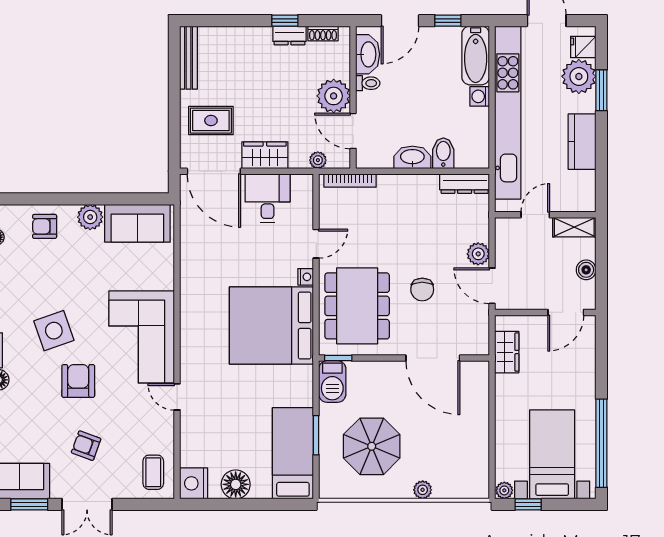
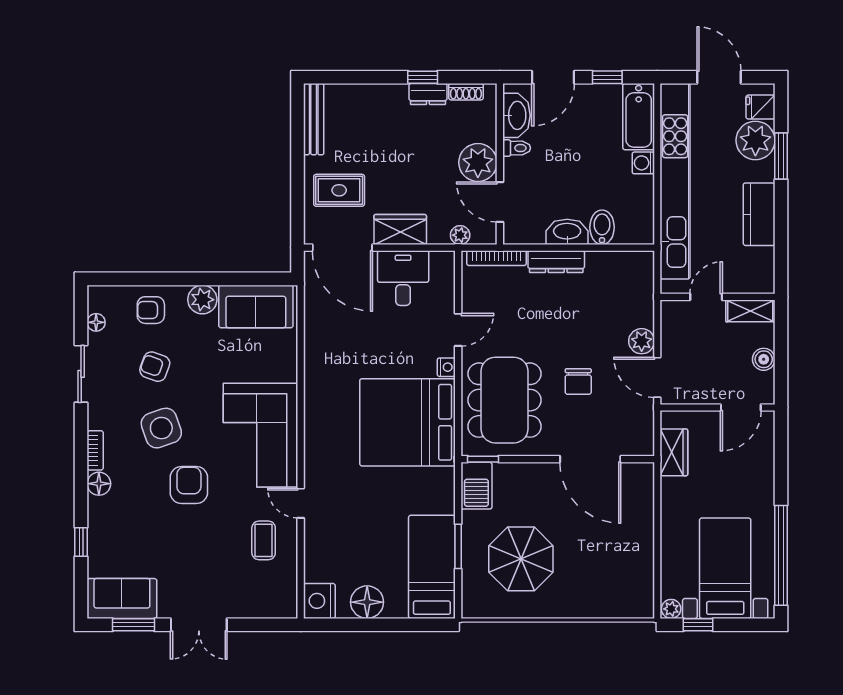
dresser: (465, 184) -> (556, 262), moved
armchair: (86, 446) -> (155, 367), moved
coffee table: (153, 472) -> (264, 540), moved
plant: (423, 490) -> (579, 608), removed

